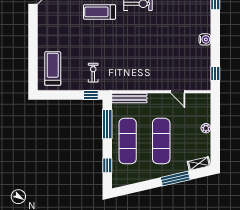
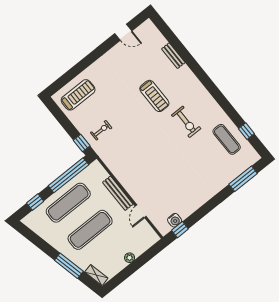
treadmill: (100, 12) -> (154, 96), turned 180
water cooler: (205, 39) -> (175, 220), moved
bench: (129, 98) -> (118, 193), moved
window: (107, 124) -> (68, 175), width x1.46

